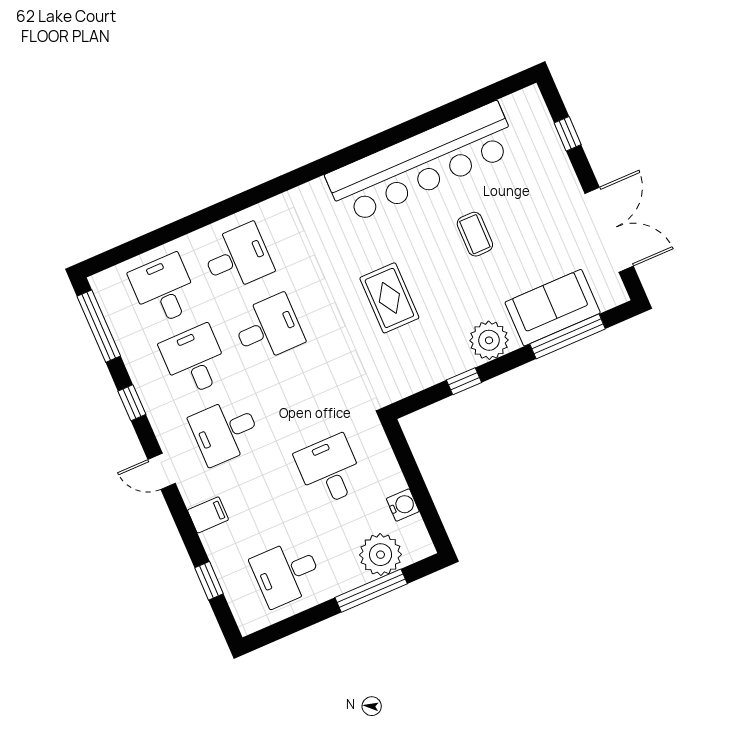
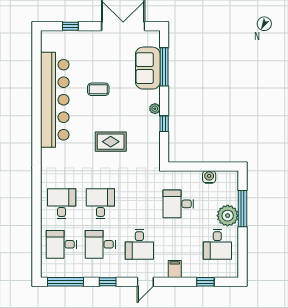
plant: (489, 340) -> (155, 109), width x0.53, depth x0.53
plant: (381, 555) -> (228, 216), moved

